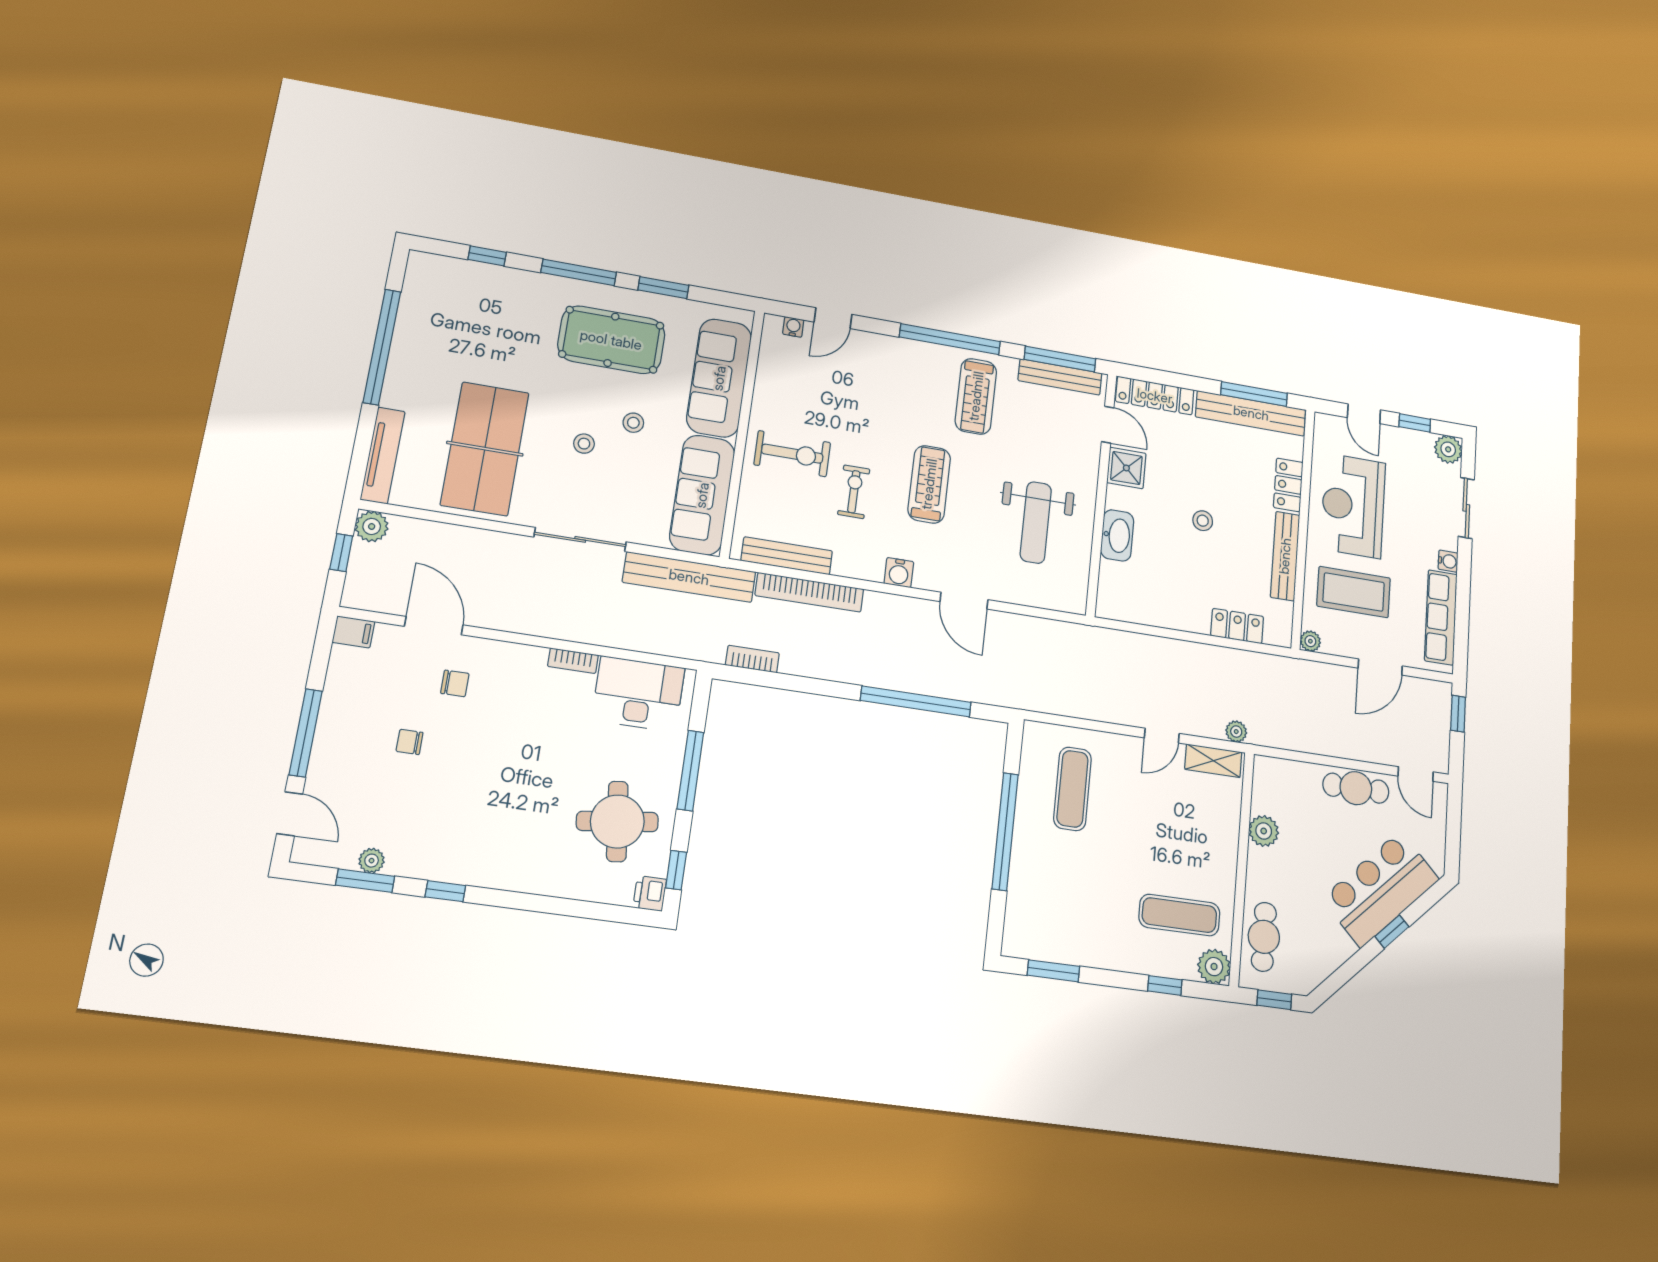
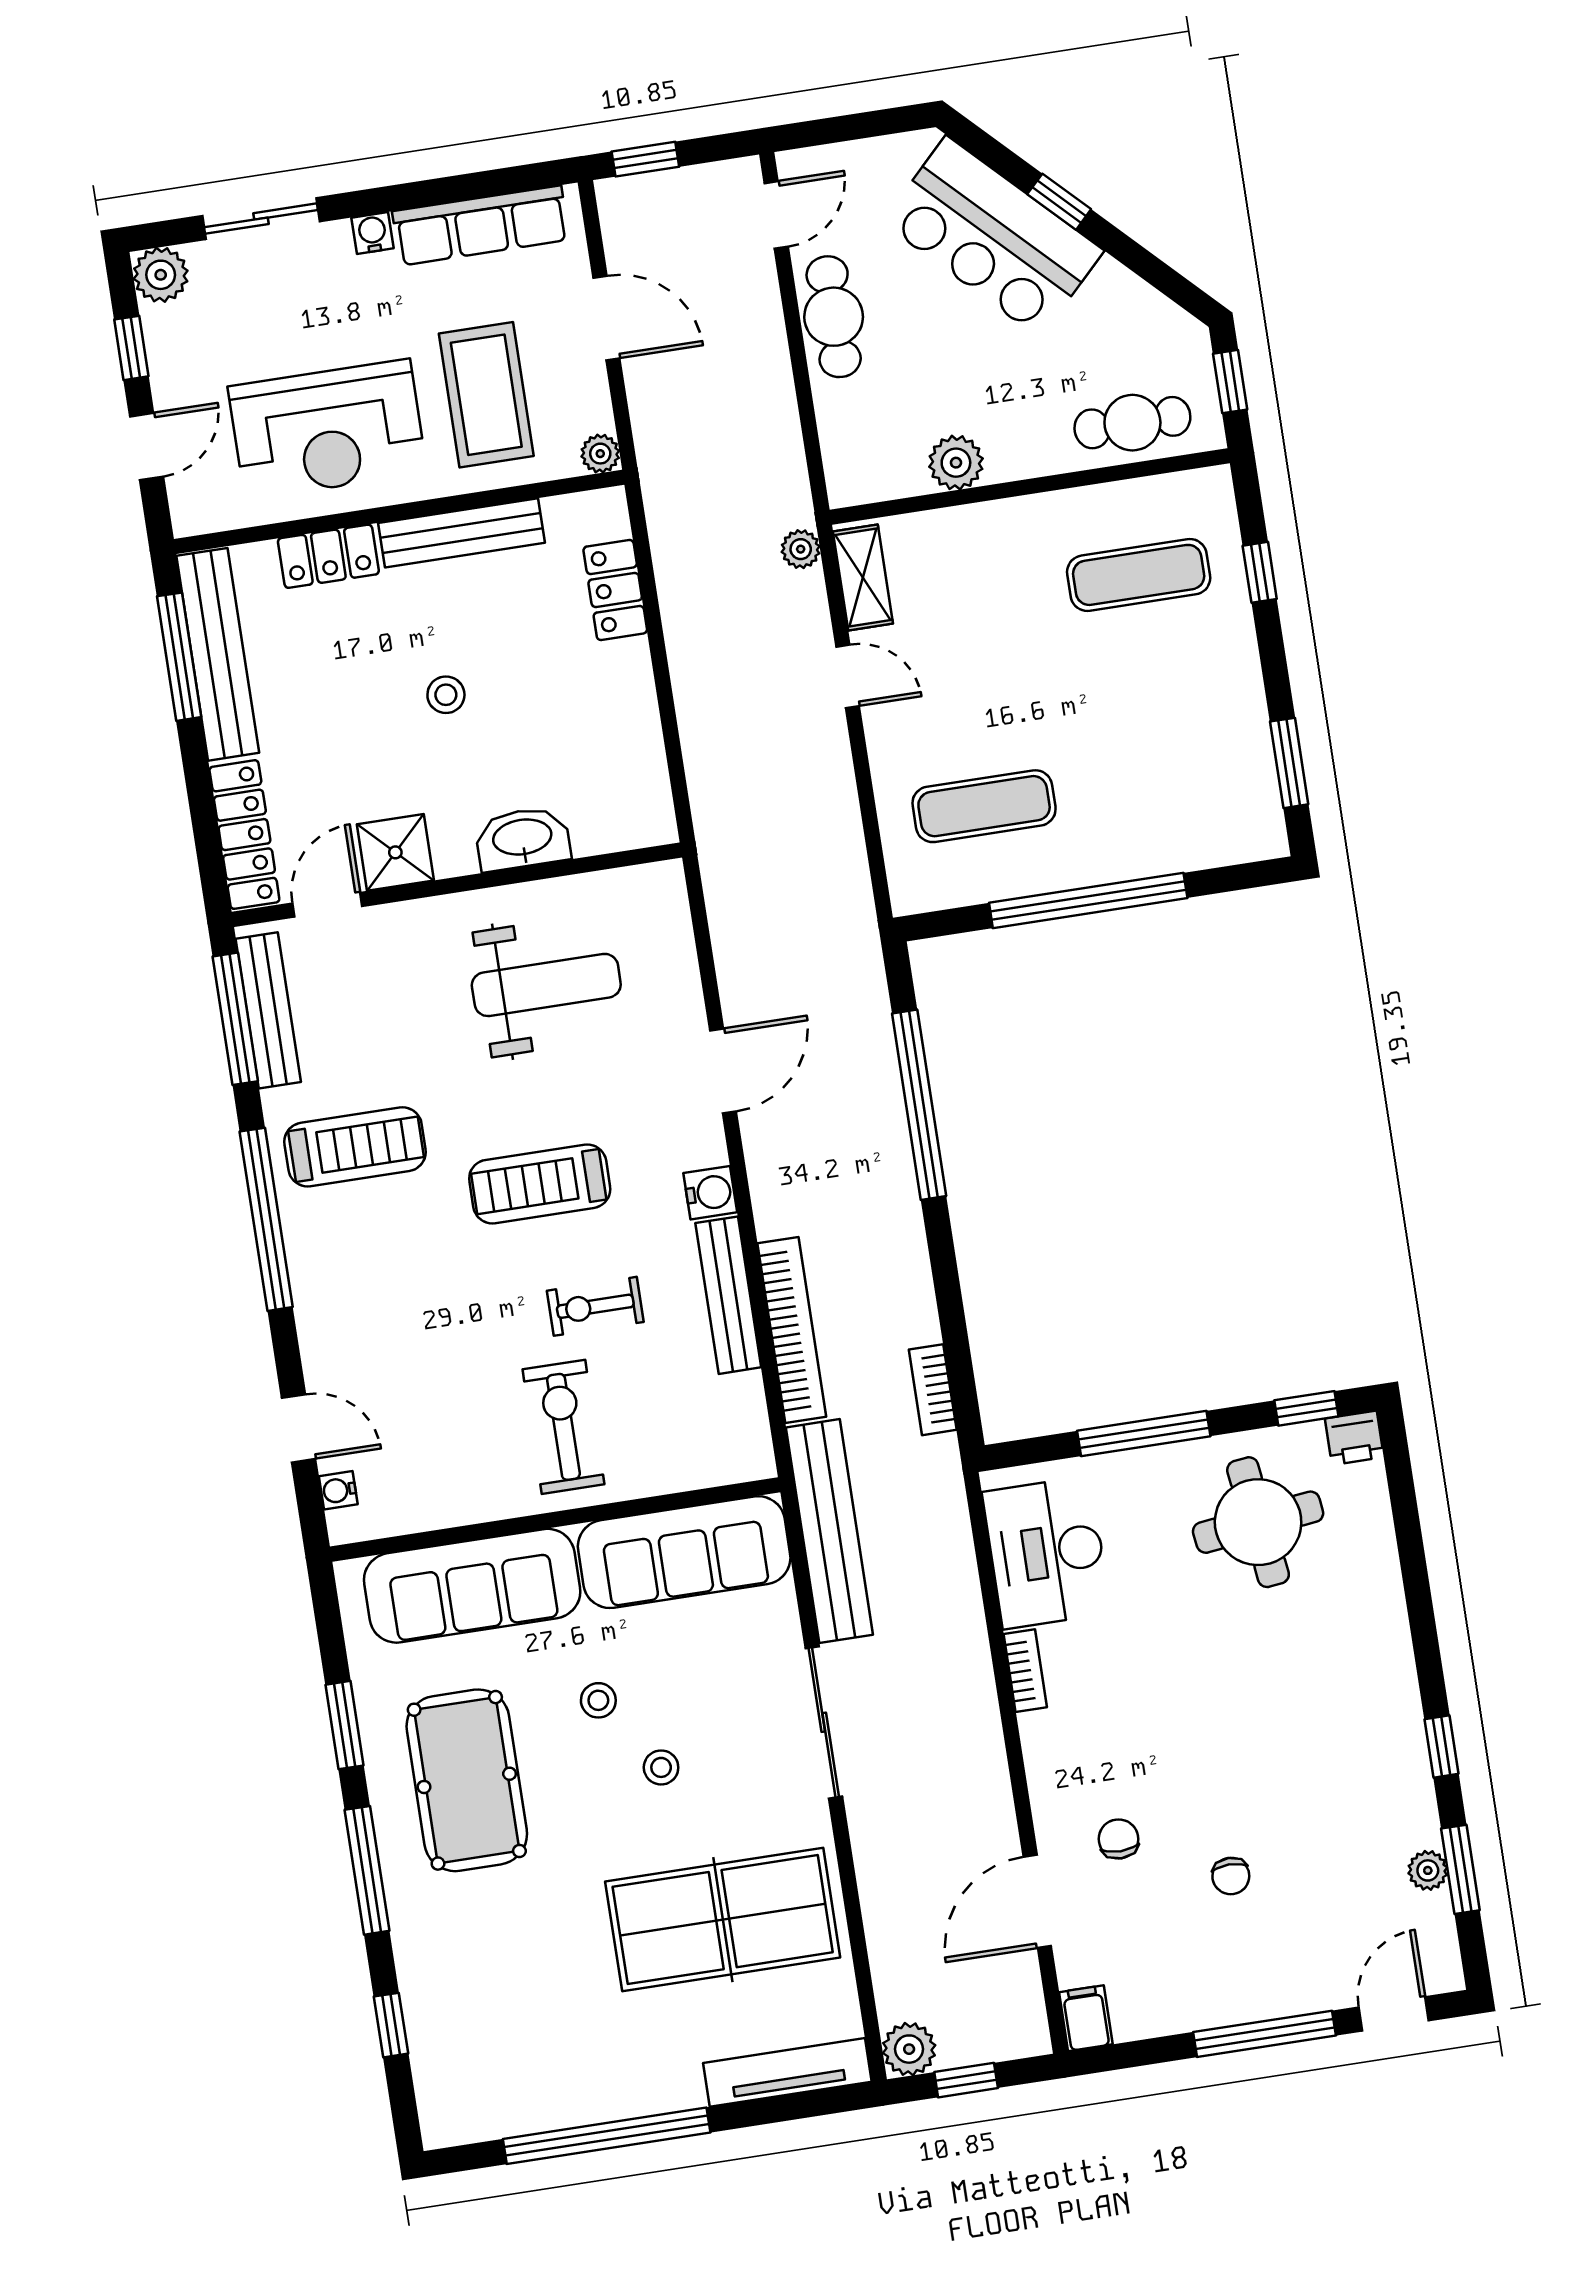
bench: (787, 556) -> (728, 1295), moved
exercise mat: (1179, 915) -> (1139, 575), turned 90
plant: (1214, 967) -> (1206, 497), removed

